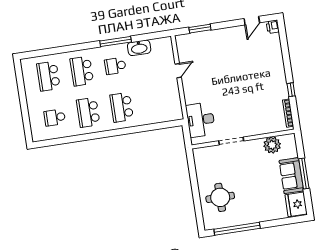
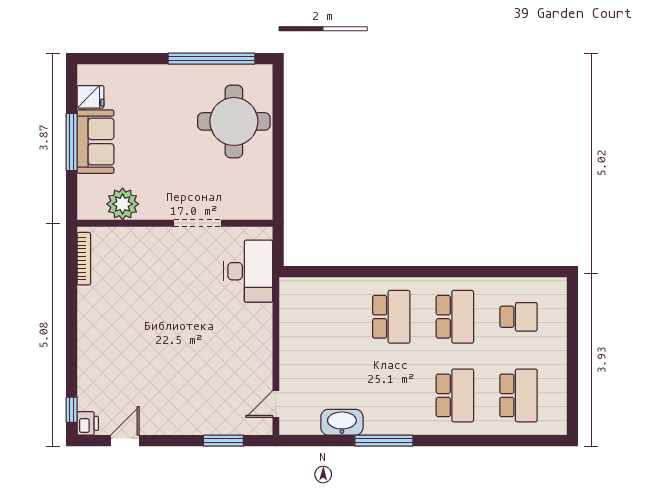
school desk: (115, 66) -> (391, 395), removed
door: (178, 71) -> (276, 404), moved
window: (291, 90) -> (72, 410), moved
round table: (220, 197) -> (234, 121), width x1.36, depth x1.36
fridge: (296, 204) -> (90, 97), width x0.53, depth x0.75

